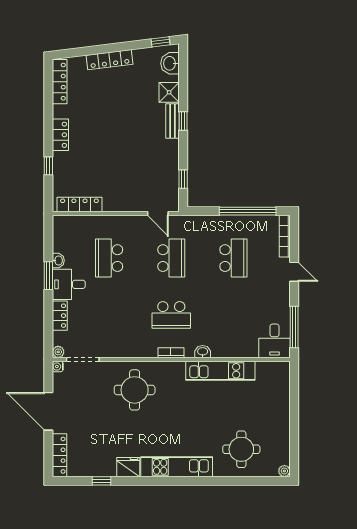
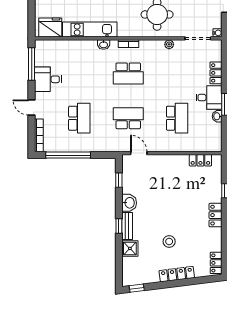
washbasin: (170, 63) -> (129, 203), moved
locker: (60, 82) -> (216, 263), width x0.66
stool: (119, 101) -> (169, 241), added
locker: (79, 204) -> (200, 160), width x0.66
school desk: (171, 258) -> (128, 118), turned 90
school desk: (233, 258) -> (79, 118), turned 180
school desk: (171, 315) -> (128, 73), turned 180
desk: (274, 341) -> (48, 79), moved, turned -90
plant: (58, 352) -> (169, 44), moved
fridge: (271, 373) -> (50, 28), added

